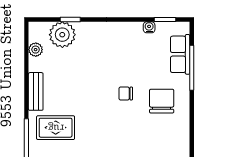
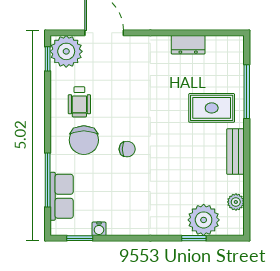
wheelchair: (165, 133) -> (79, 102), added

